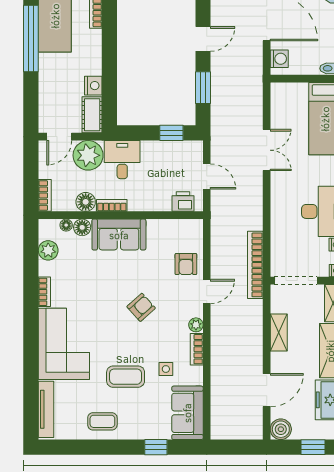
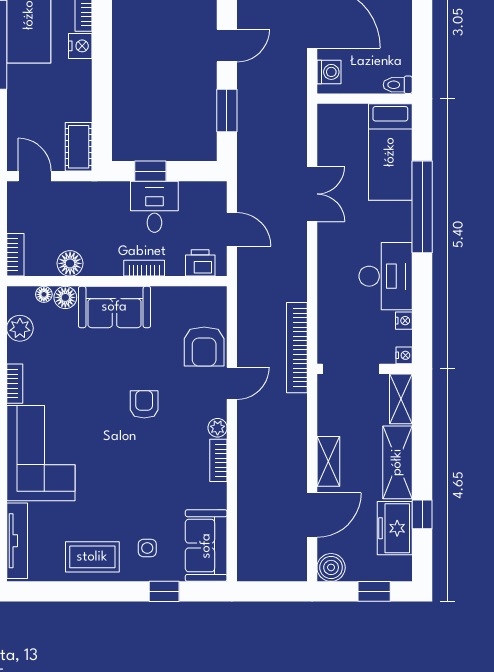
nightstand: (93, 86) -> (80, 46), moved
window: (171, 133) -> (150, 171), moved
door: (59, 137) -> (35, 176), swing flipped
plant: (88, 155) -> (73, 201), removed
desk: (122, 160) -> (154, 207), moved
bookcase: (112, 205) -> (144, 268), moved
armchair: (186, 264) -> (204, 346), width x1.38, depth x1.38
armchair: (141, 307) -> (144, 404), turned -48
shelving: (279, 332) -> (328, 461), moved
side table: (166, 369) -> (147, 548), moved
coffee table: (126, 377) -> (123, 497), removed
coffee table: (102, 421) -> (92, 557), width x1.36, depth x1.30

